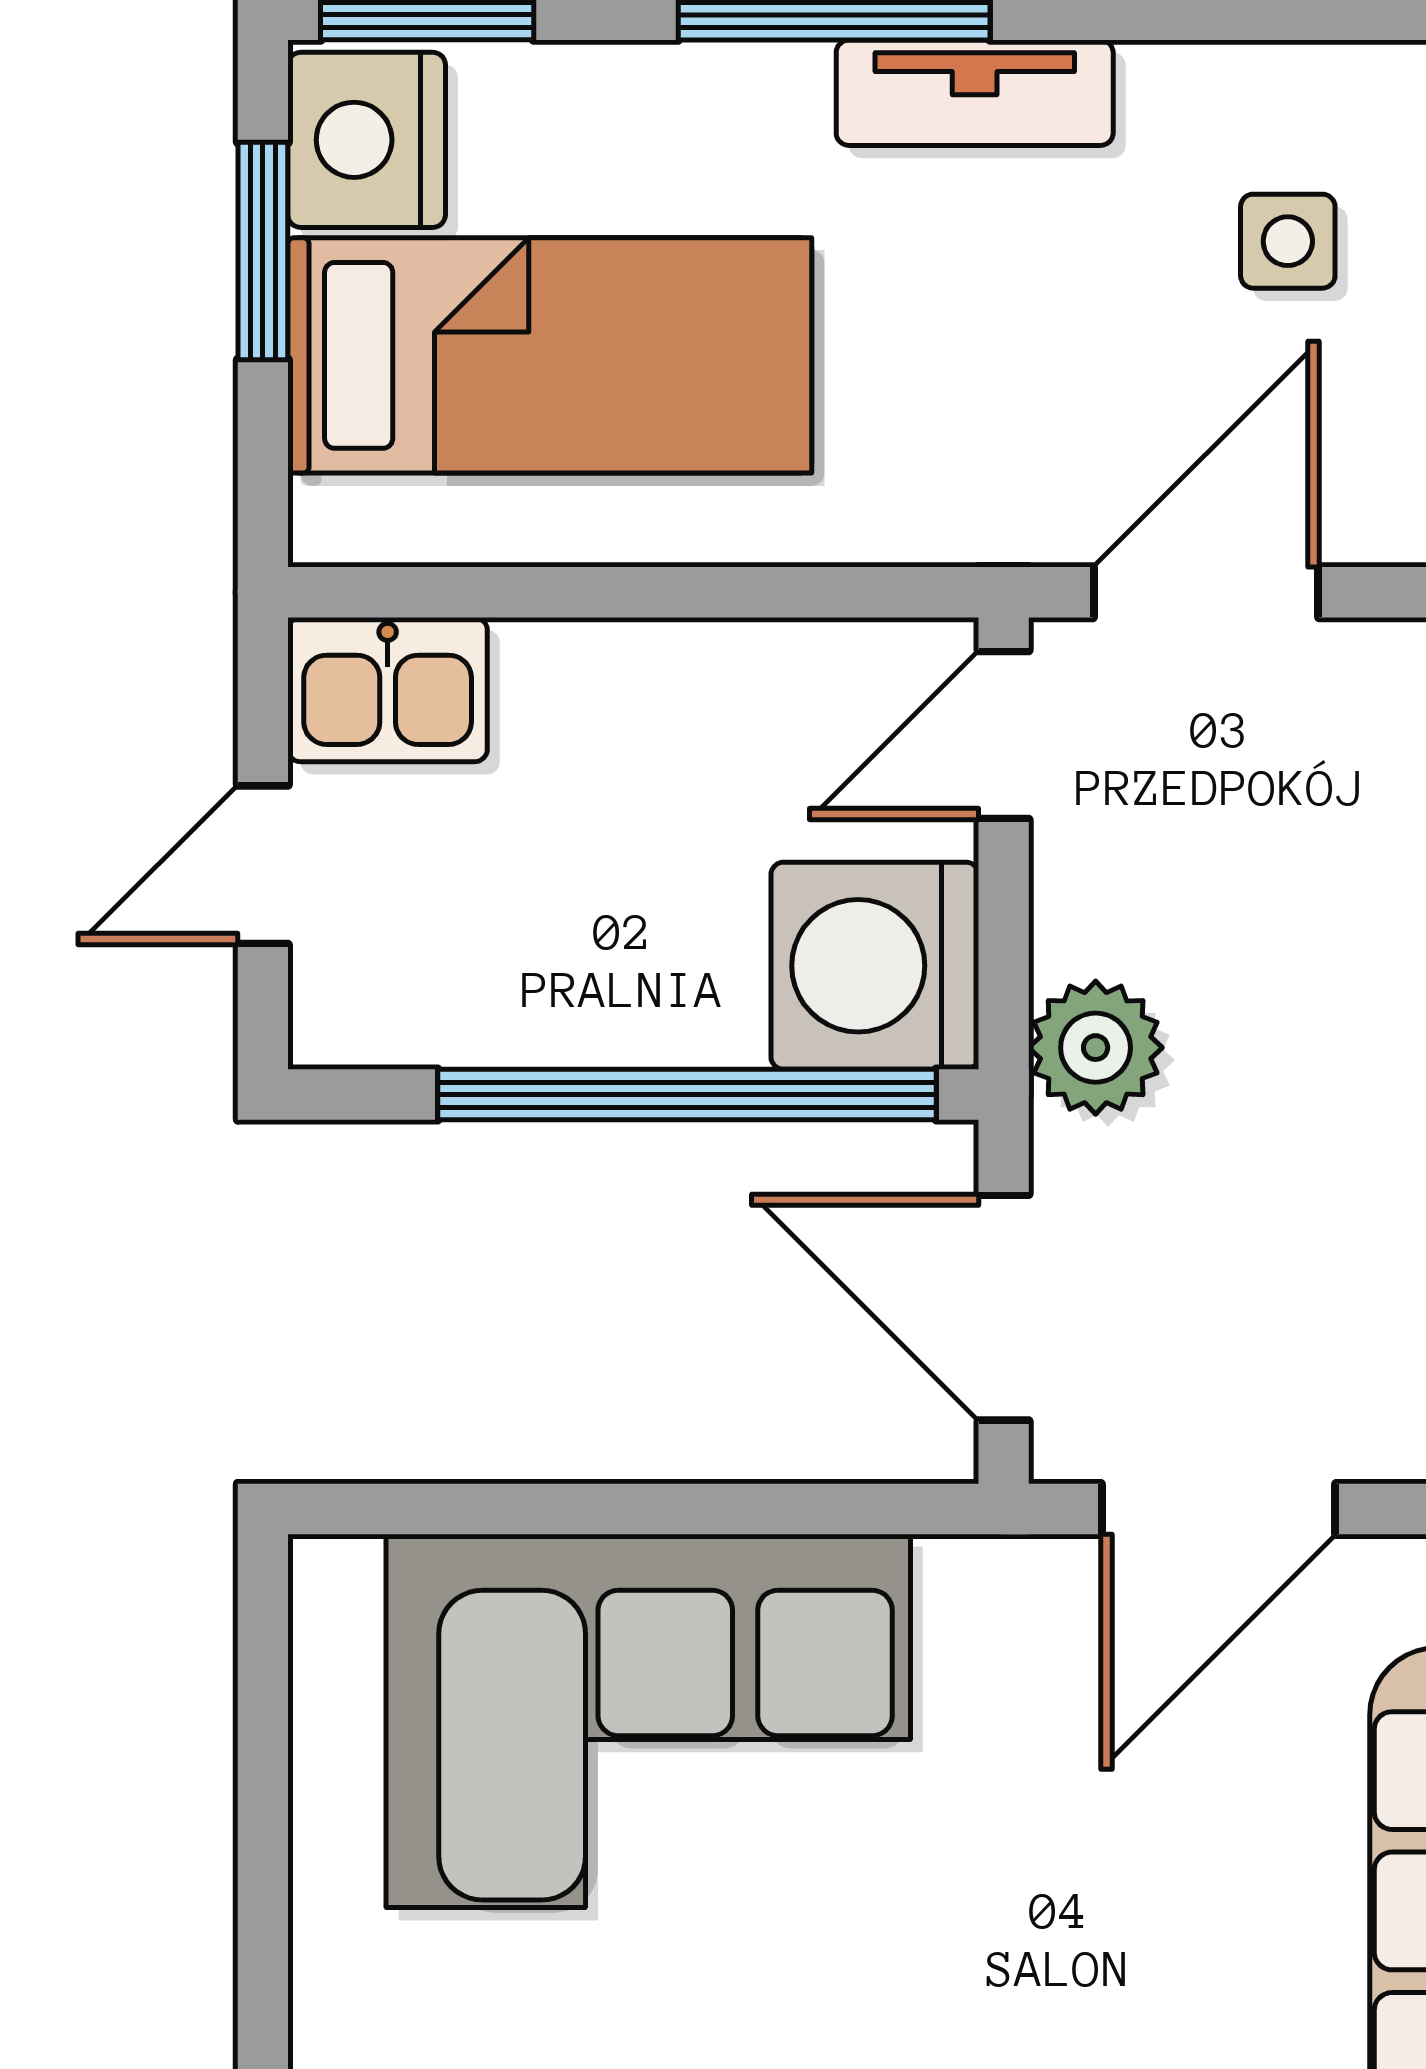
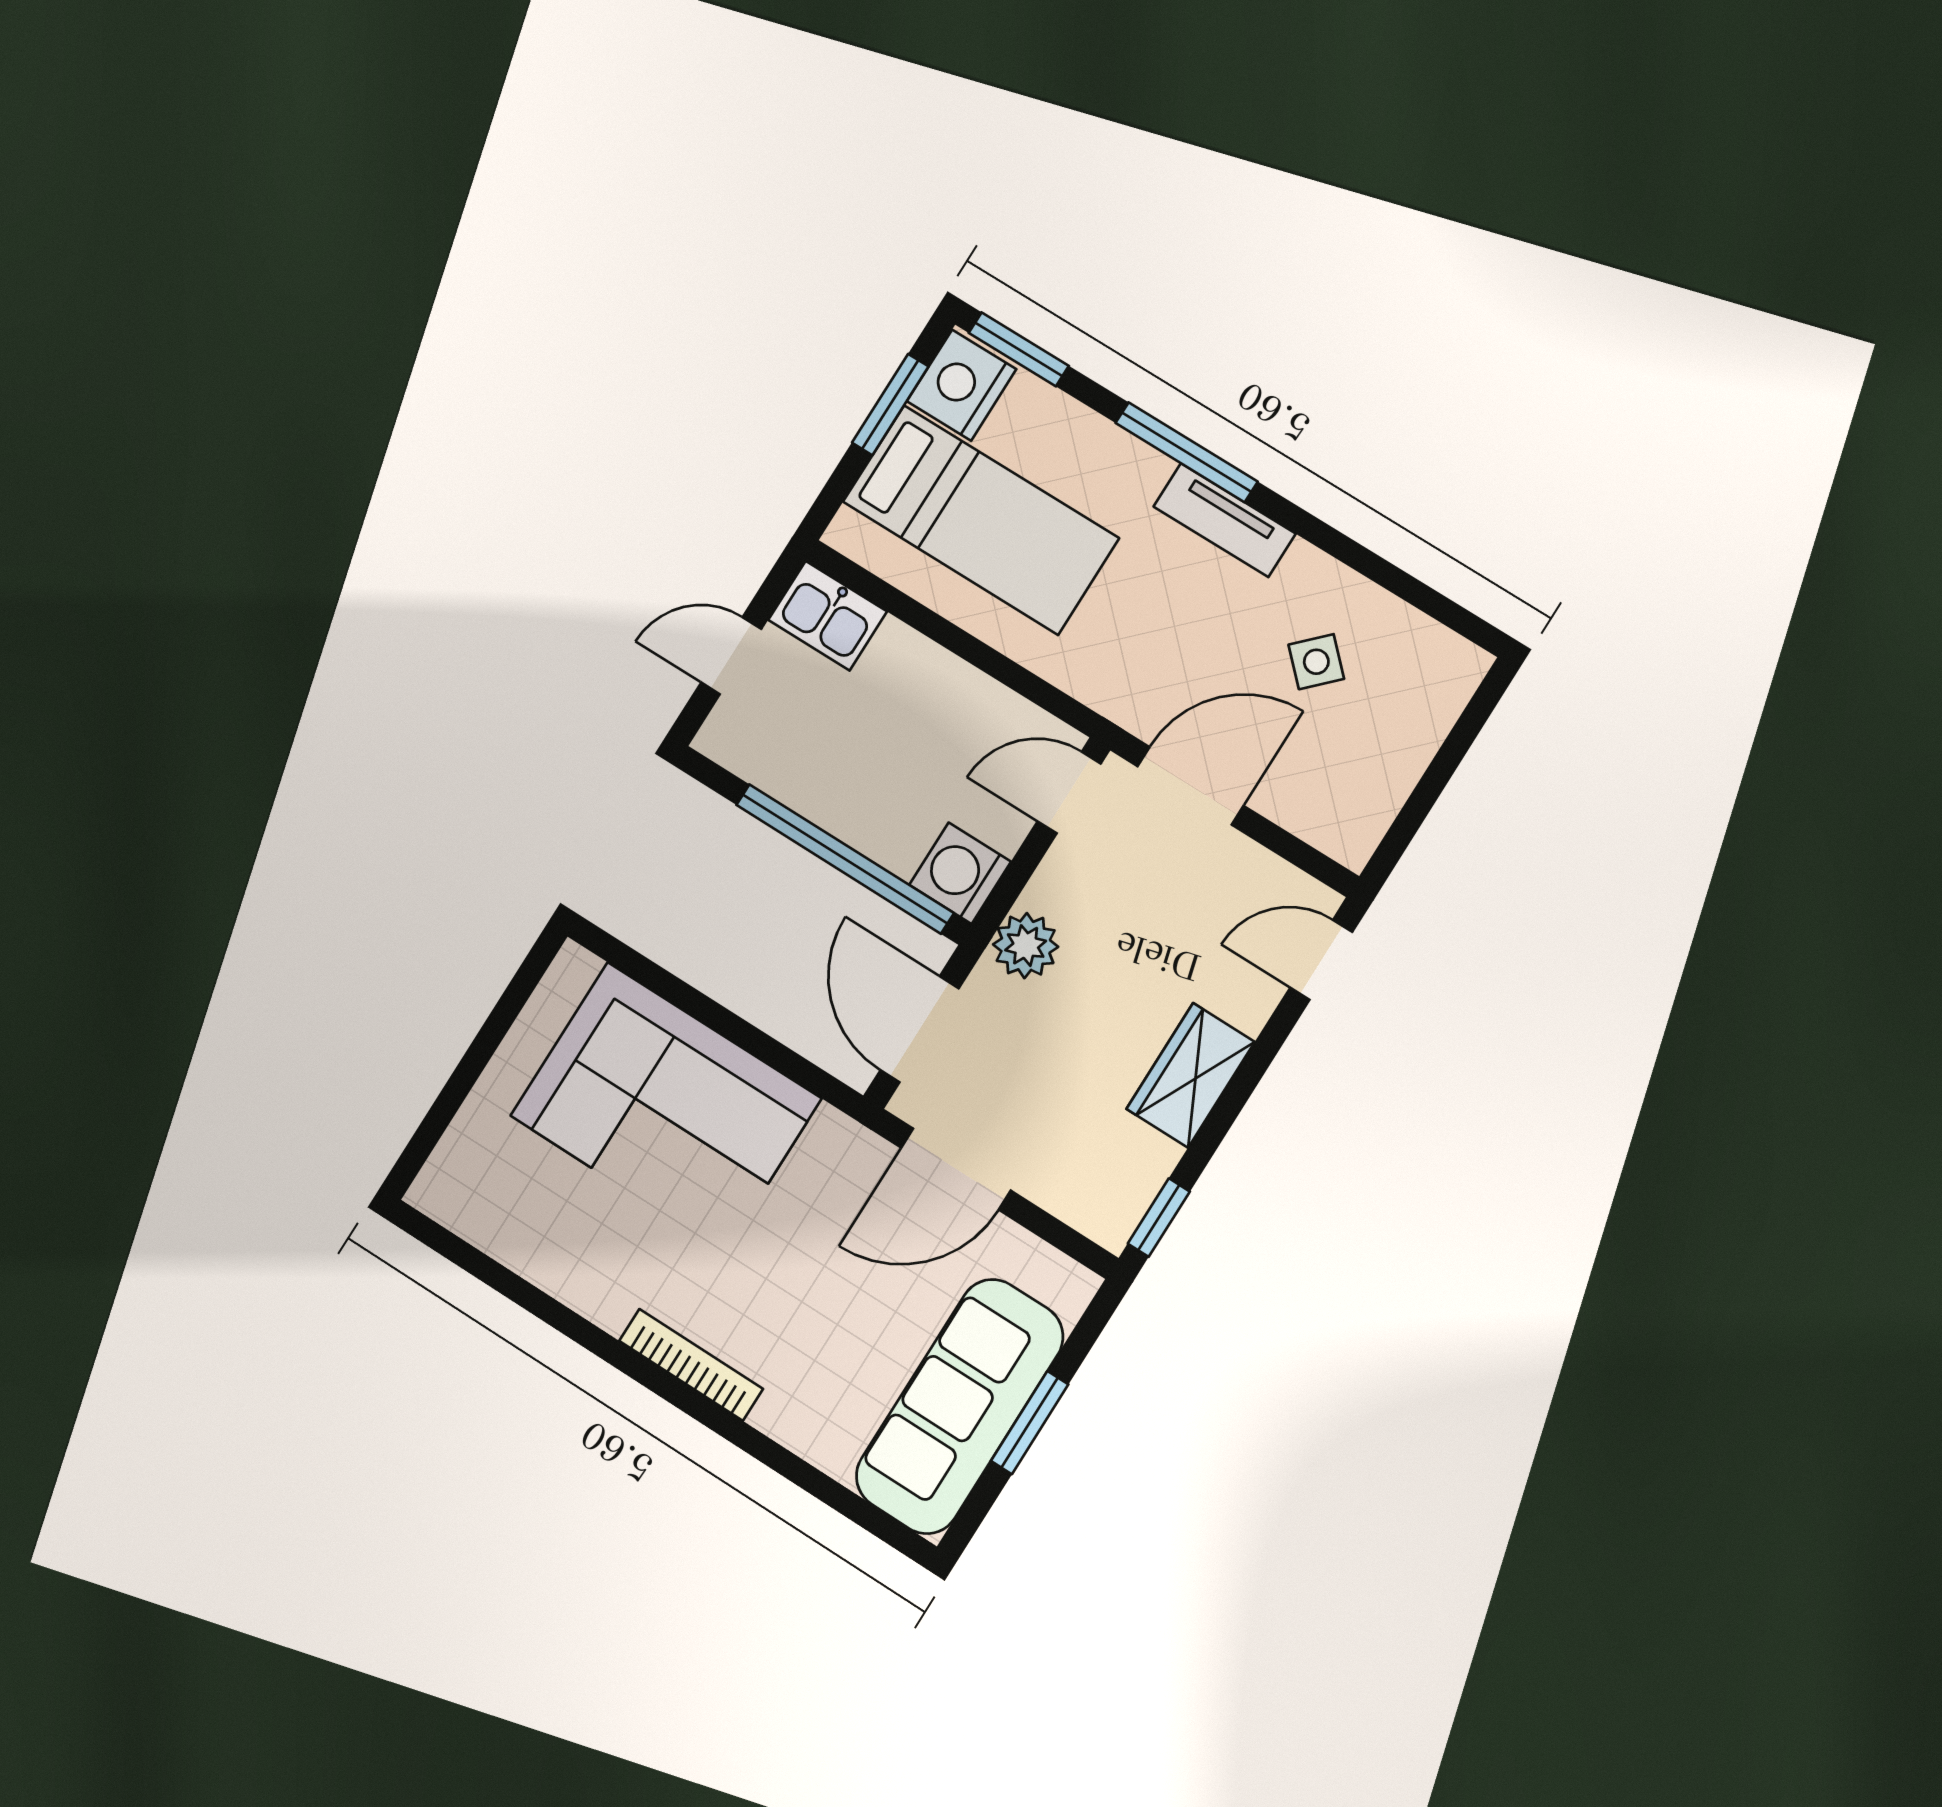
side table: (1288, 241) -> (1316, 662), turned 45
washing machine: (875, 966) -> (960, 873), width x0.73, depth x0.73

